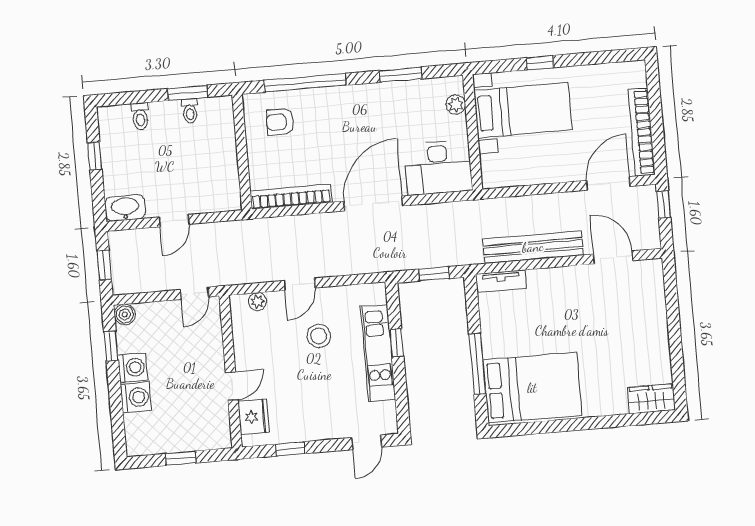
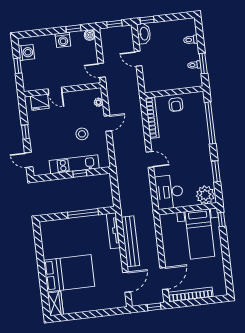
window: (540, 63) -> (222, 220), moved
plant: (456, 105) -> (205, 195), width x1.87, depth x1.87
armchair: (280, 122) -> (176, 105), moved, turned 180
window: (95, 156) -> (147, 20), moved
door: (608, 183) -> (164, 278), hinge flipped
door: (373, 204) -> (150, 160), width x0.53
window: (434, 274) -> (115, 191), removed
tv unit: (501, 281) -> (113, 231), width x1.41
door: (300, 284) -> (108, 123), swing flipped
window: (477, 364) -> (83, 213), moved
bed: (532, 388) -> (69, 273), moved, turned -90
washing machine: (136, 397) -> (26, 52), moved, turned -90
window: (290, 449) -> (25, 132), moved

